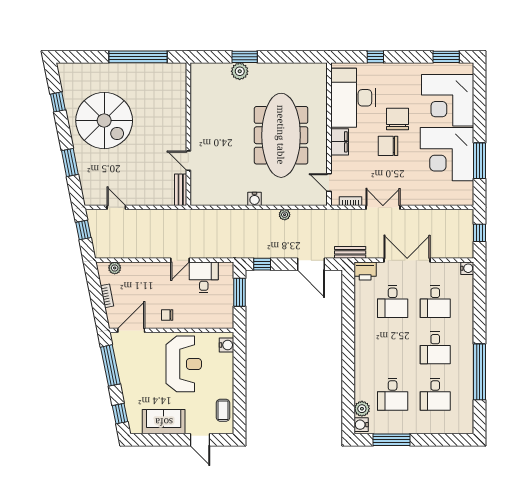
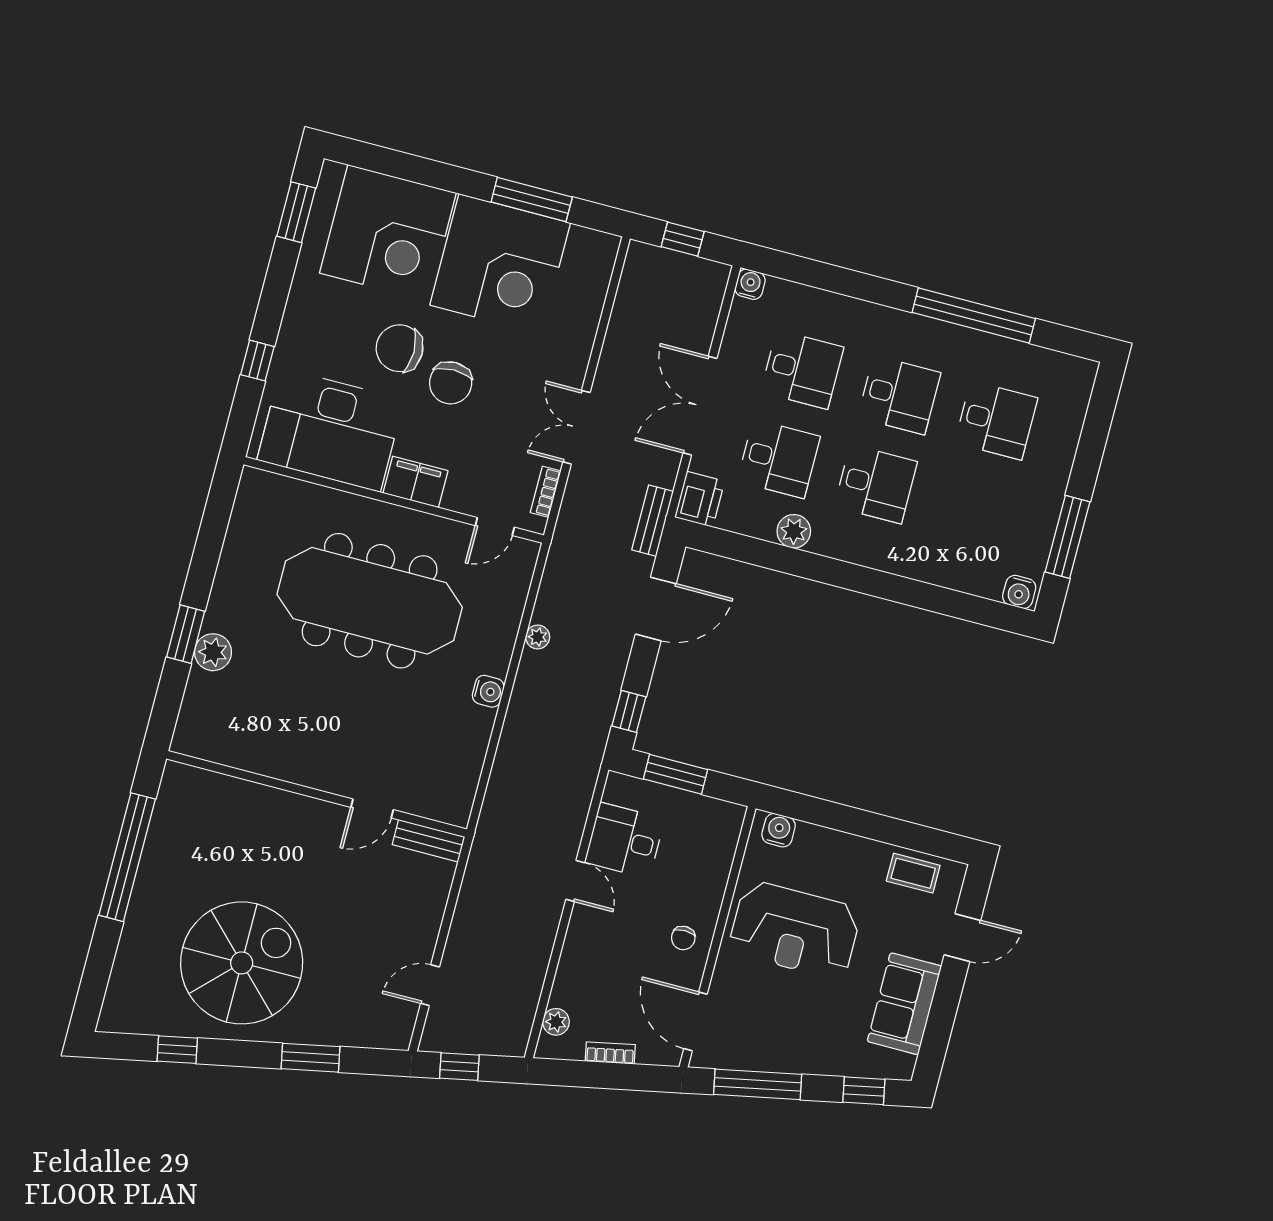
reception desk: (184, 364) -> (795, 930), turned 180
desk: (393, 394) -> (876, 484), moved
plant: (362, 409) -> (794, 531), moved

